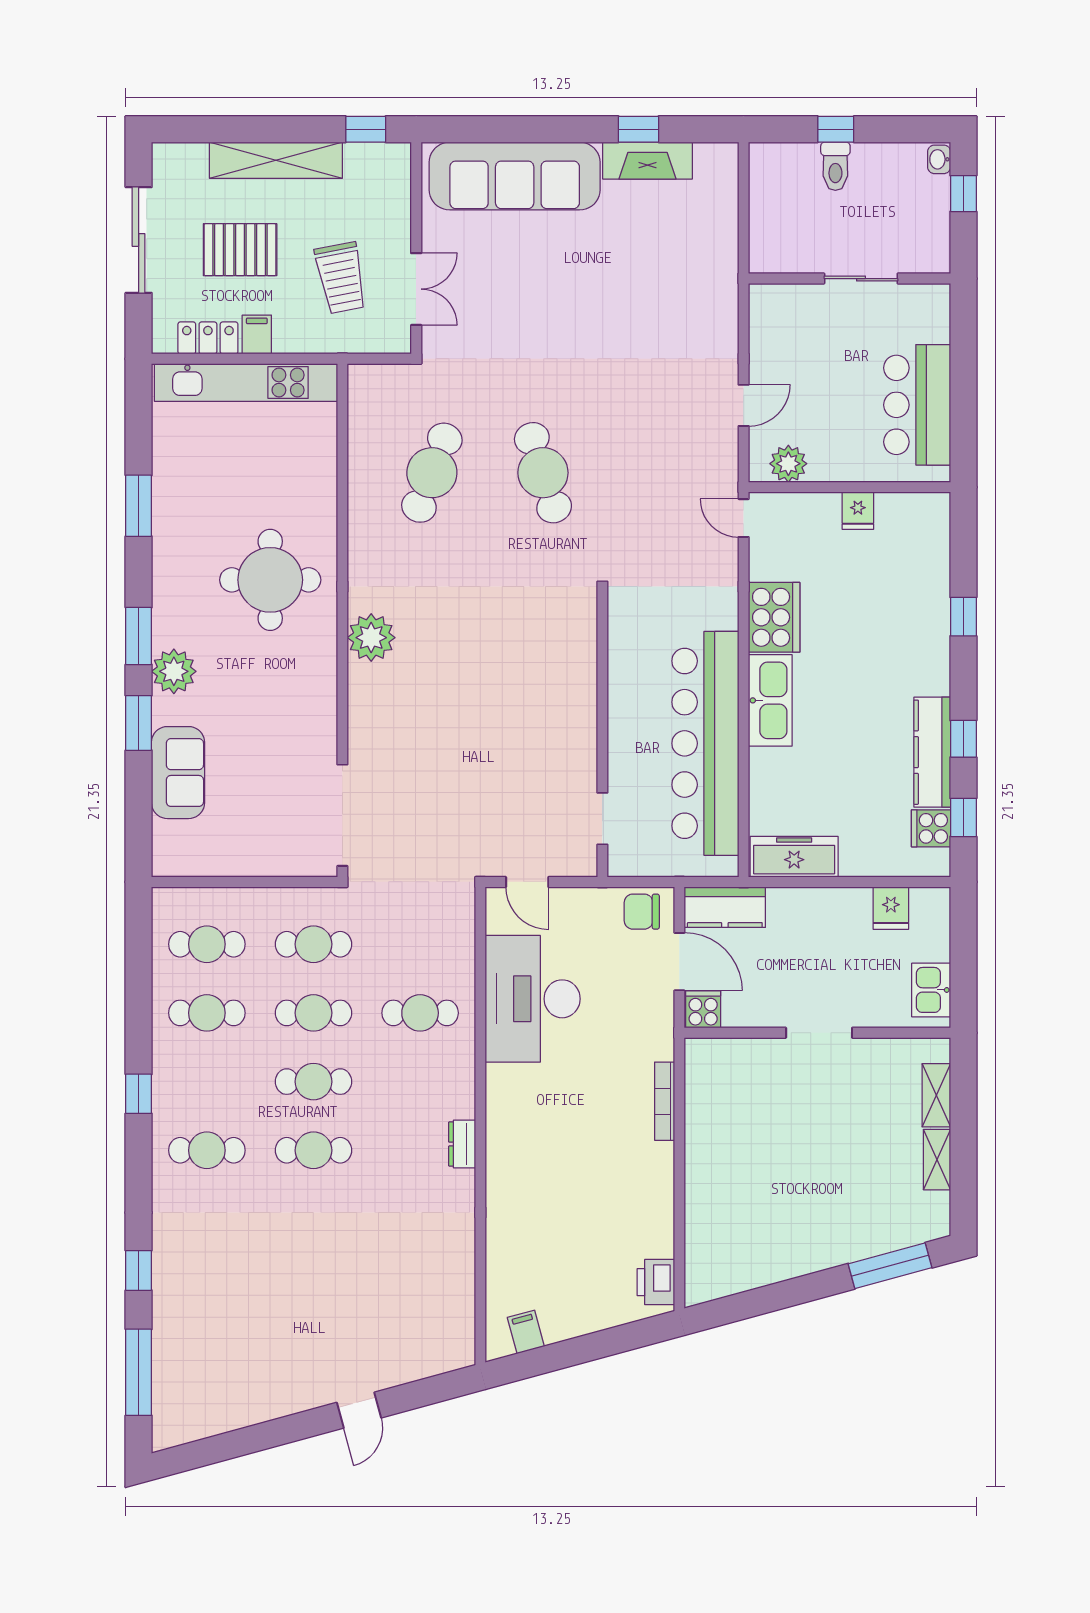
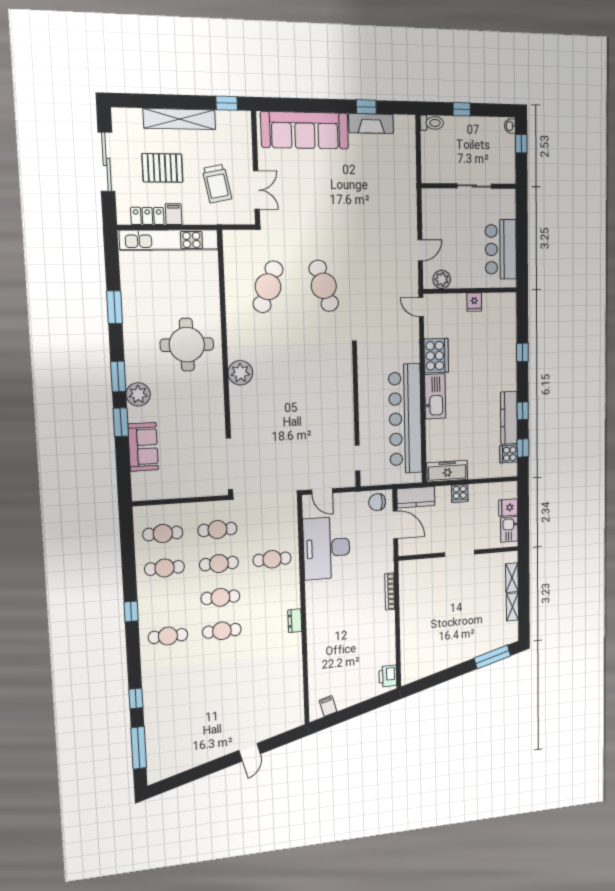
toilet: (835, 166) -> (432, 123), moved, turned -90
fridge: (891, 908) -> (508, 508), moved, turned 90
cooker: (703, 1009) -> (460, 493), moved, turned 180

